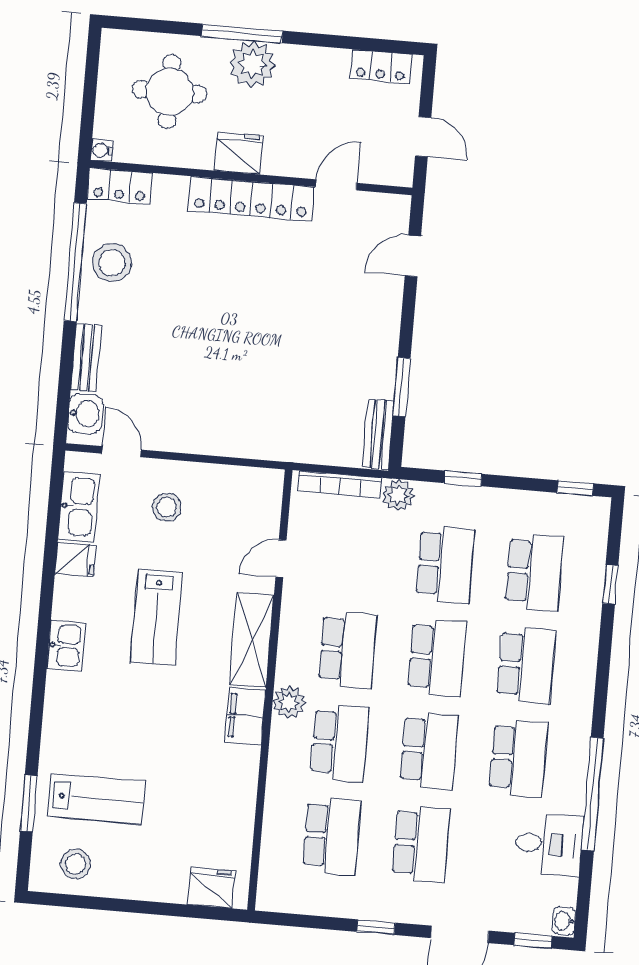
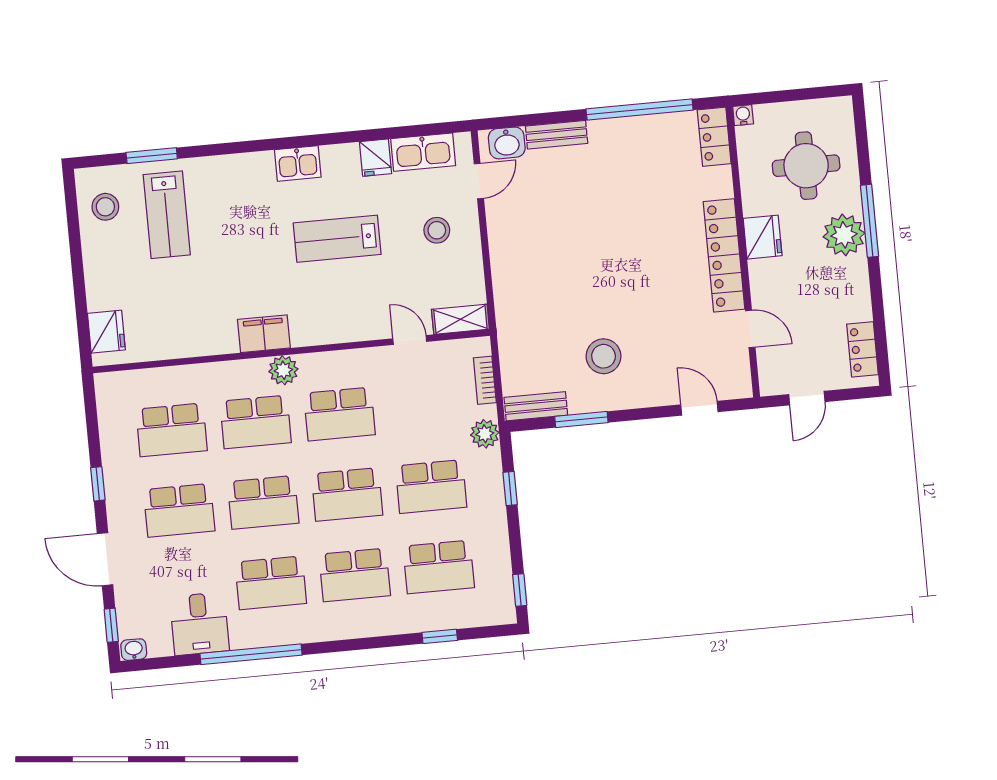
stool: (112, 263) -> (604, 356), moved
bookcase: (340, 485) -> (485, 380), width x0.64
shelving: (252, 640) -> (460, 319), moved, width x0.67, depth x0.75

